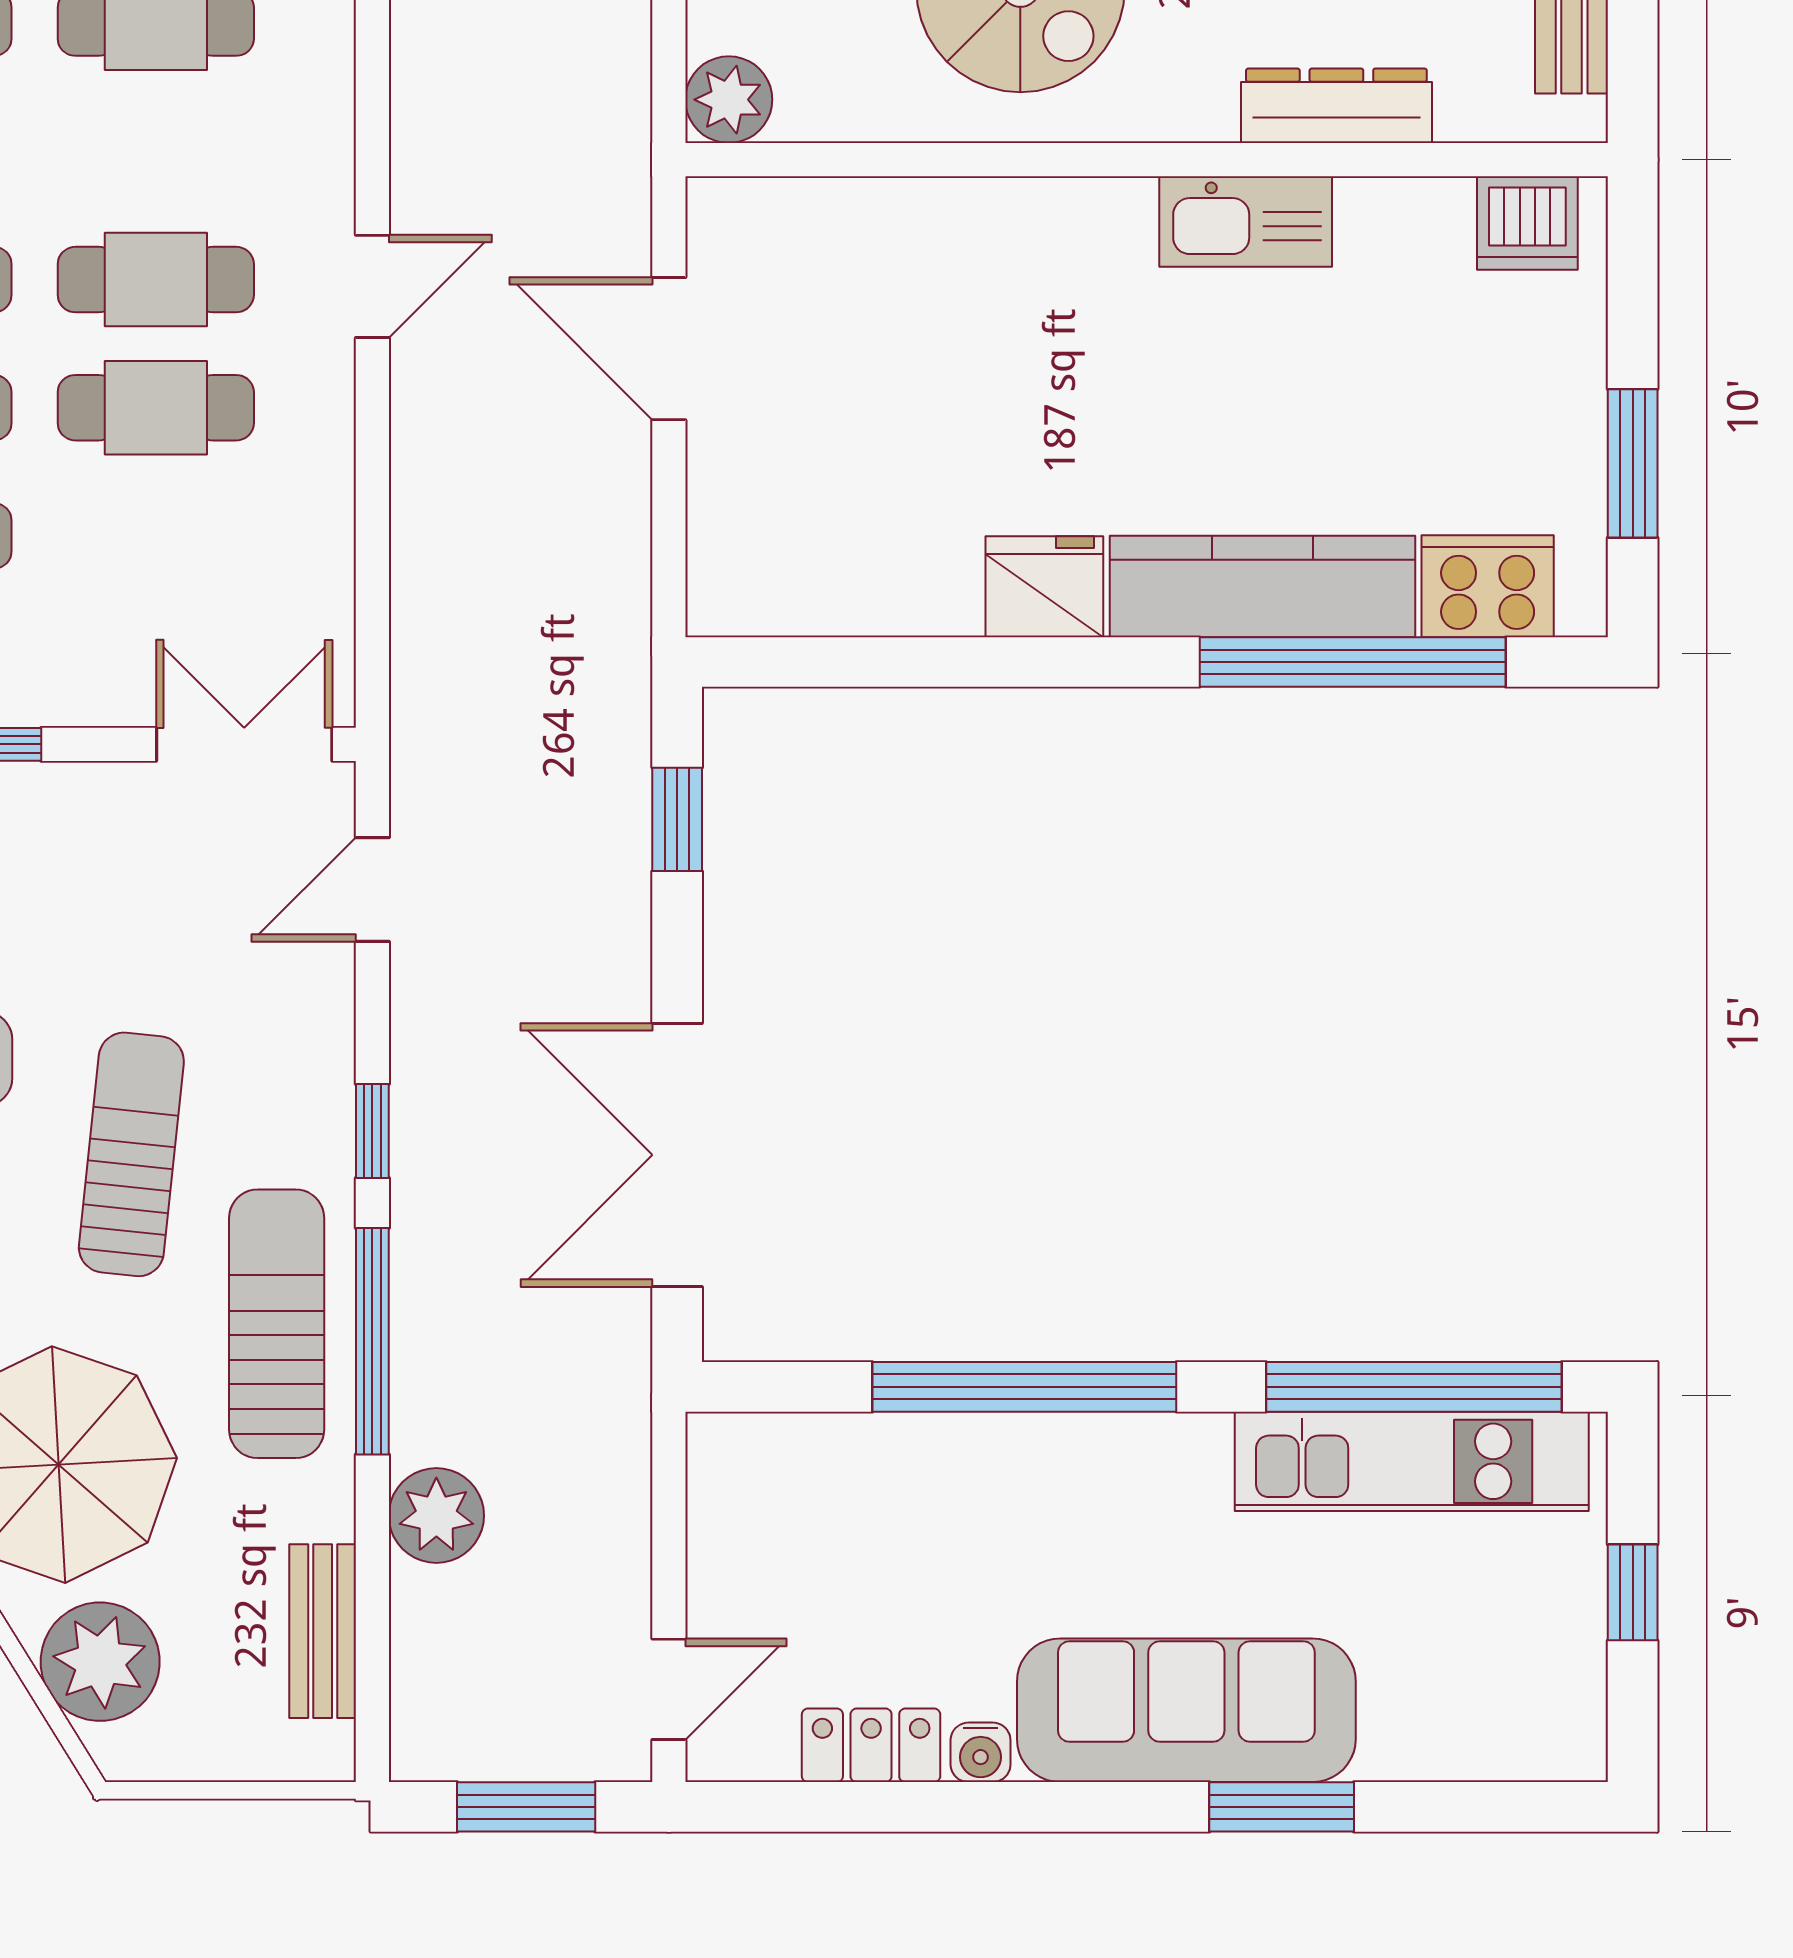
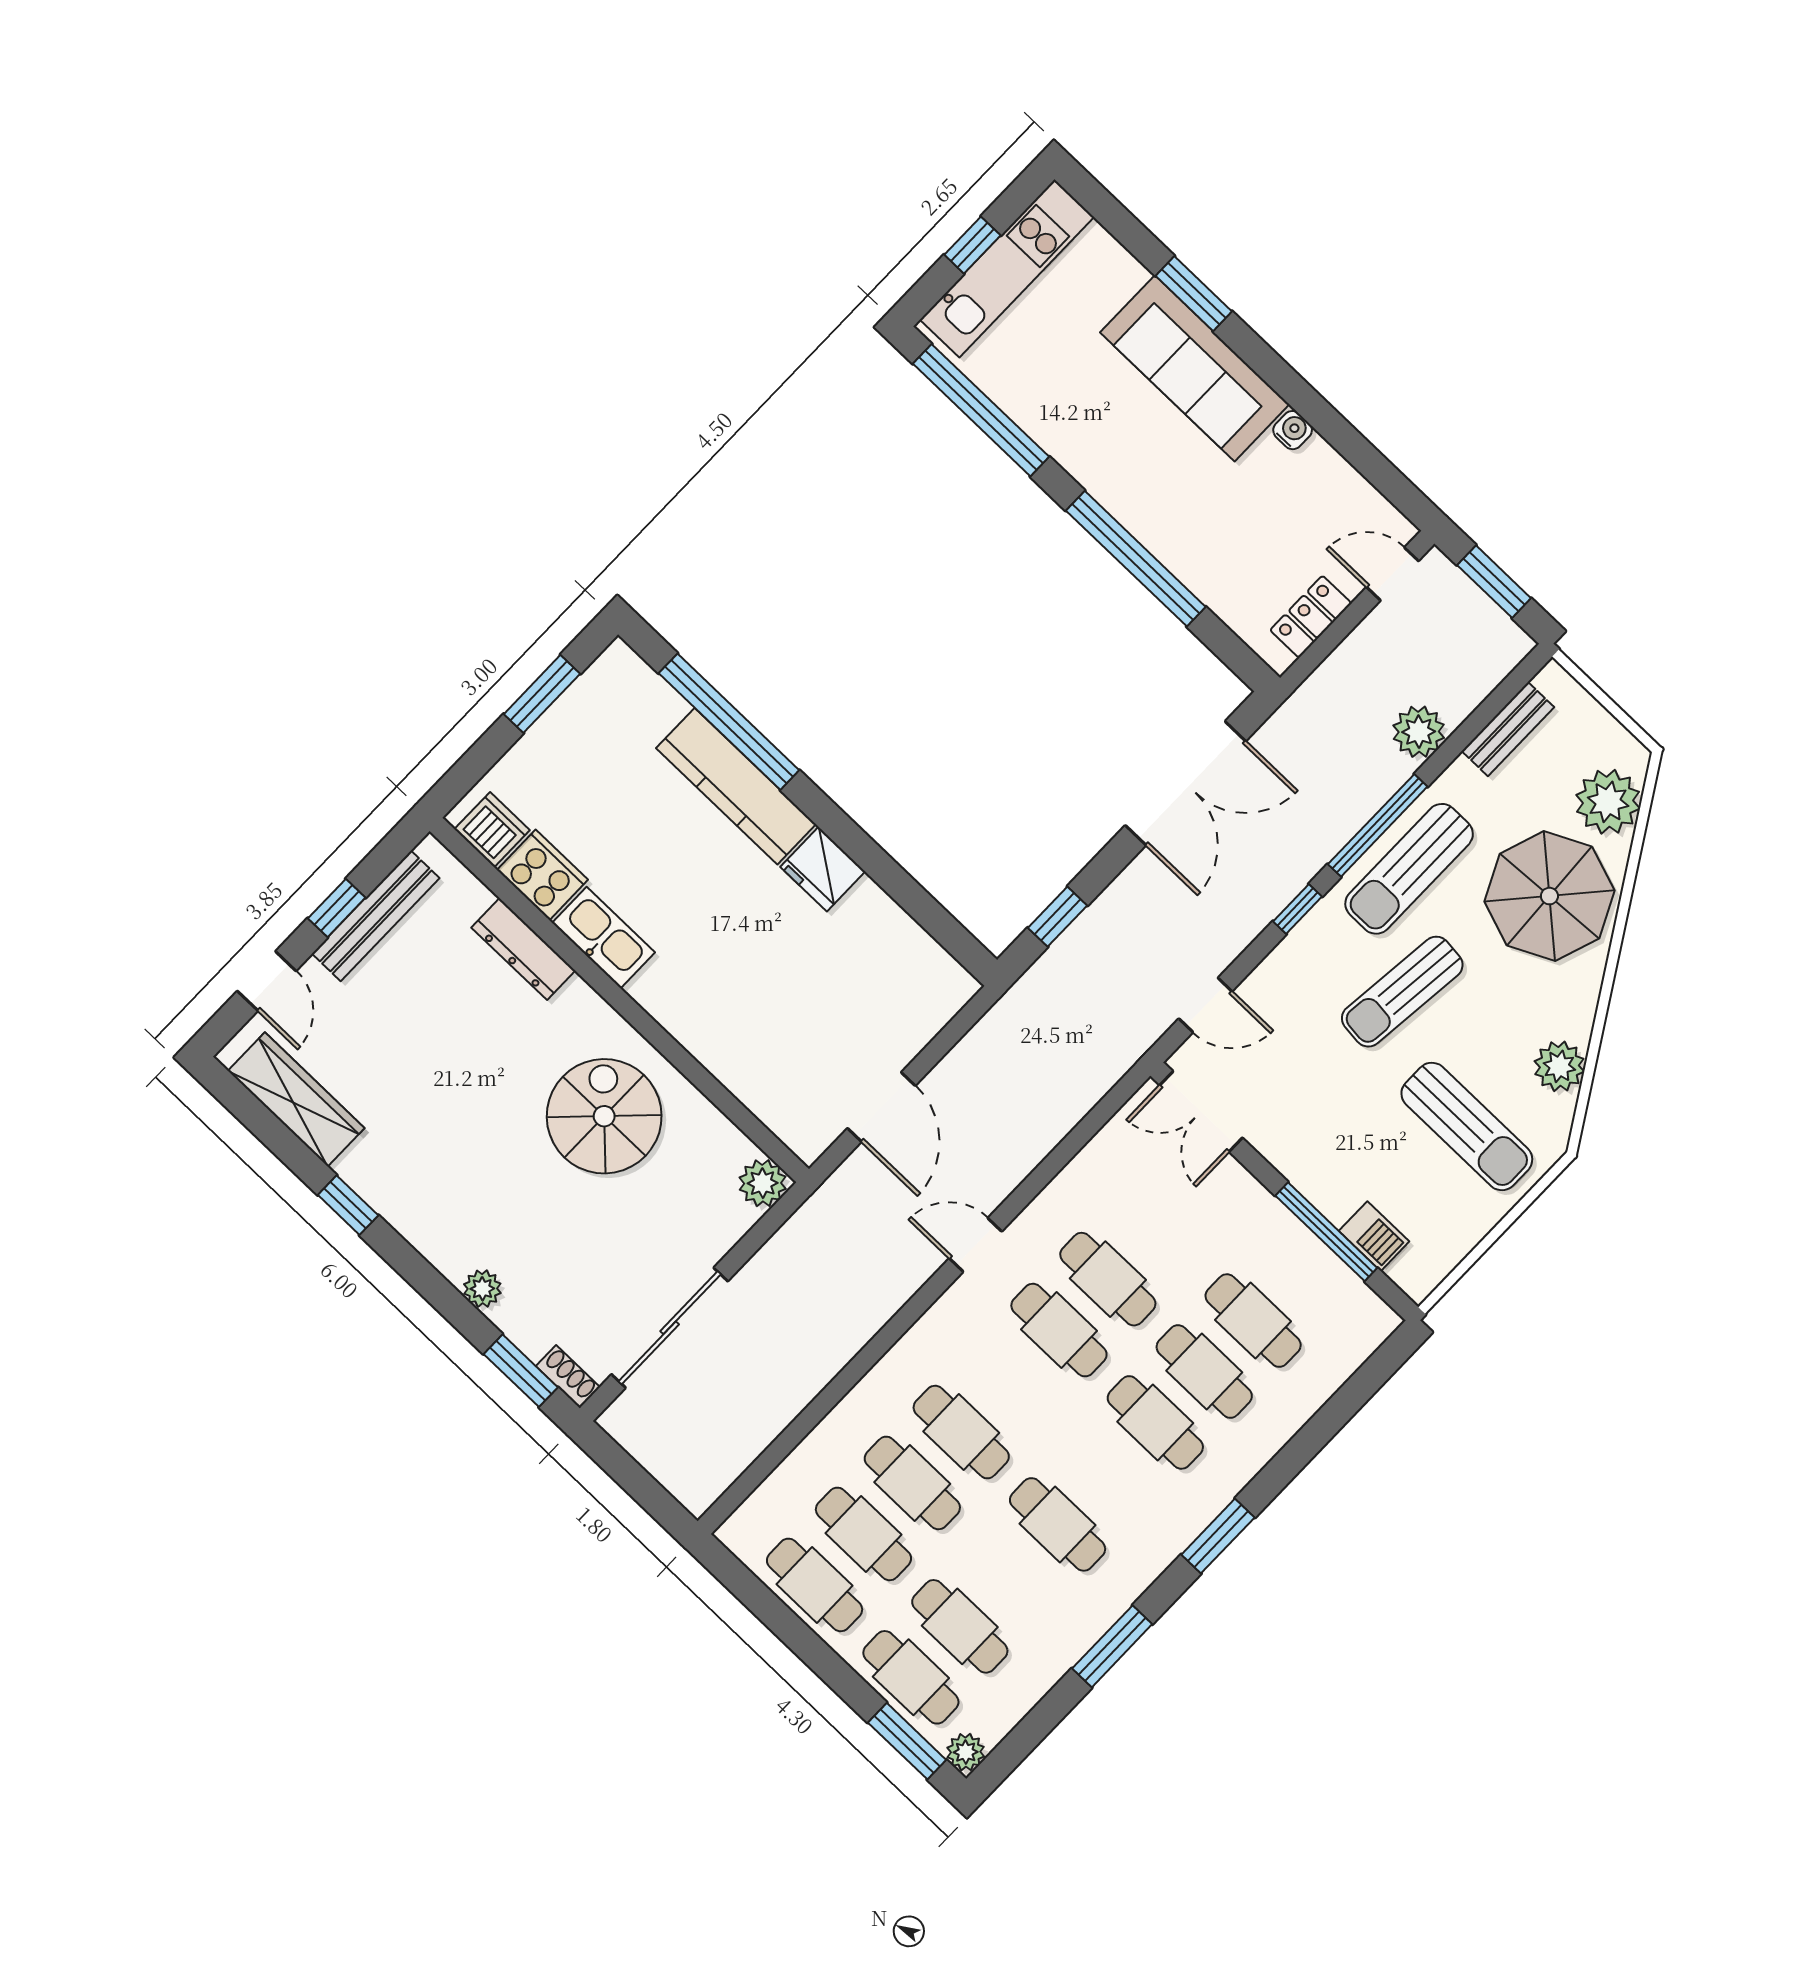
cooker: (1488, 586) -> (542, 875), moved, turned 180
kitchen unit: (1412, 1461) -> (1007, 268), moved, turned 90
locker: (871, 1745) -> (1311, 617), moved, turned 90

